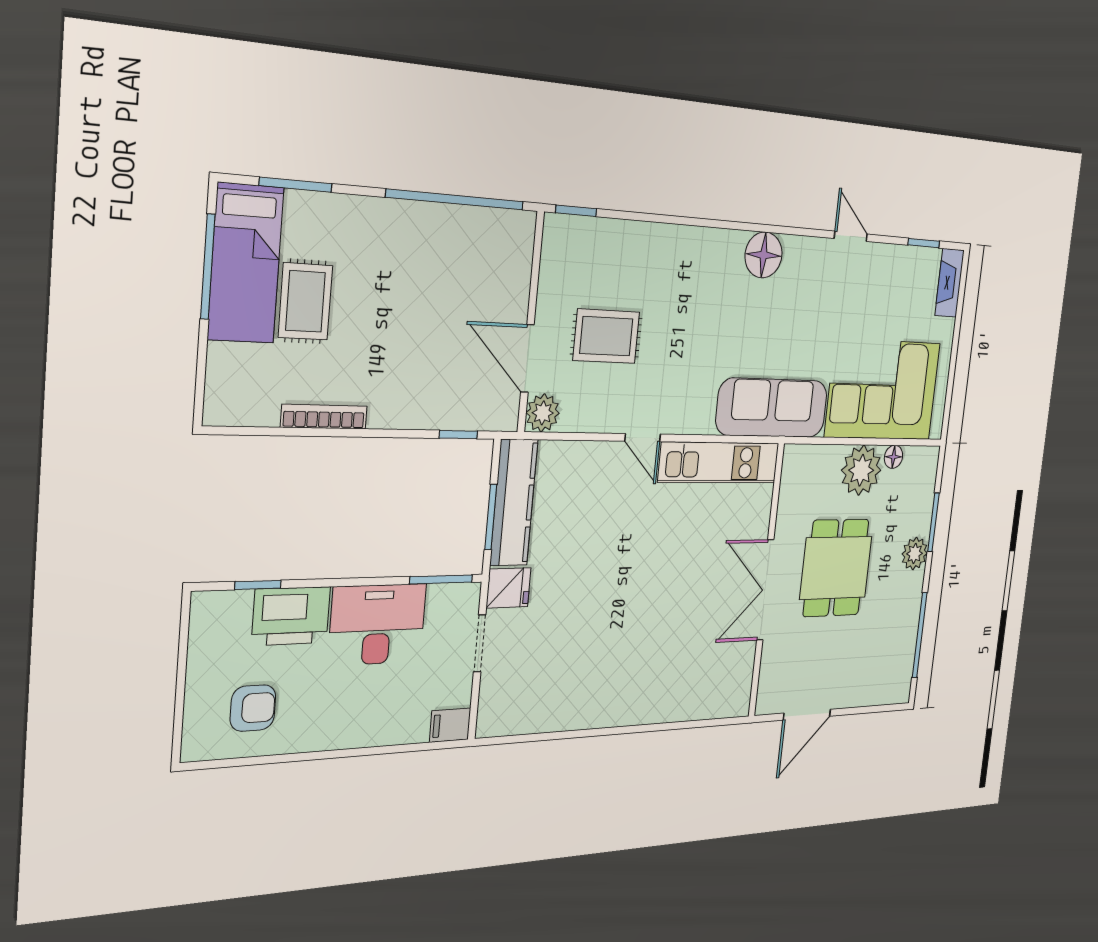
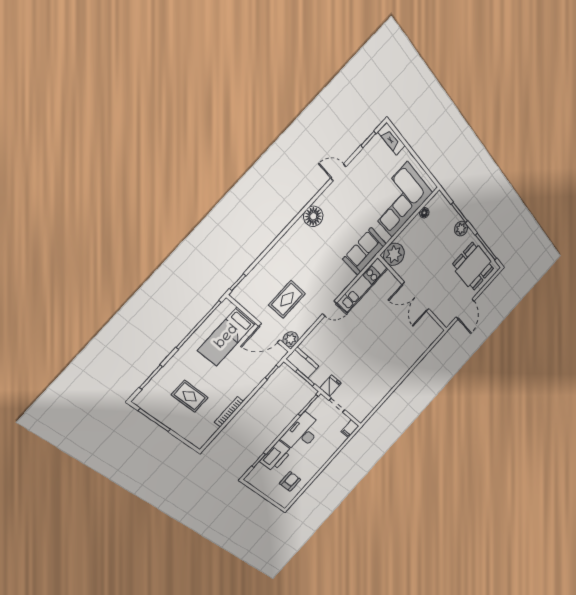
bed: (246, 264) -> (227, 337), moved, turned 90
sofa: (772, 408) -> (365, 251), width x0.73
plant: (861, 470) -> (394, 254), moved
kitchen counter: (514, 503) -> (303, 363), width x0.67
dining table: (836, 568) -> (473, 266), moved

